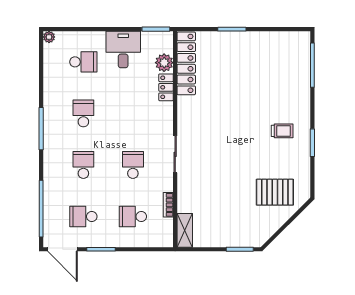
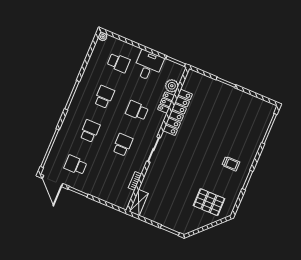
locker: (186, 63) -> (178, 112), moved
school desk: (133, 217) -> (137, 111), moved

